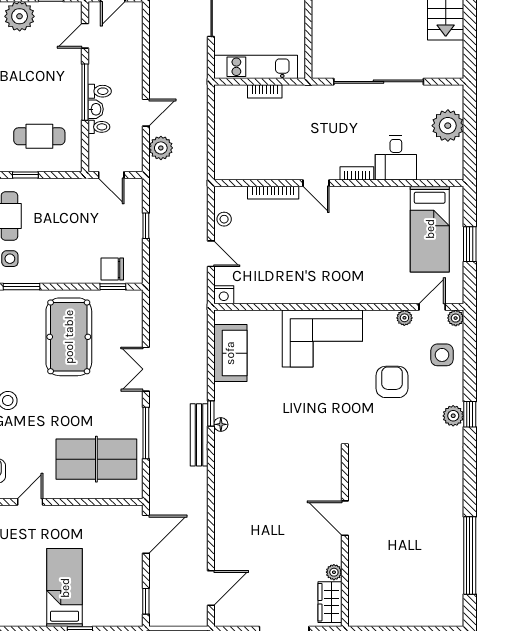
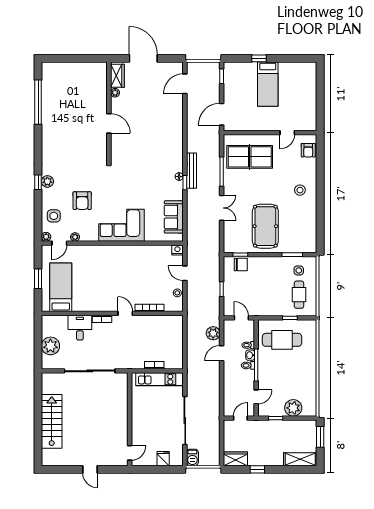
cafe table: (39, 136) -> (282, 340), width x1.37, depth x1.35

